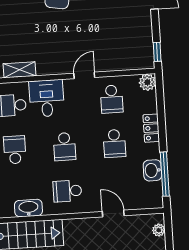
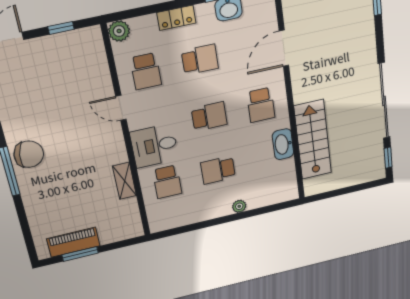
window: (157, 52) -> (61, 28), moved
school desk: (112, 99) -> (146, 71), turned 90
door: (113, 214) -> (284, 48), width x1.38

